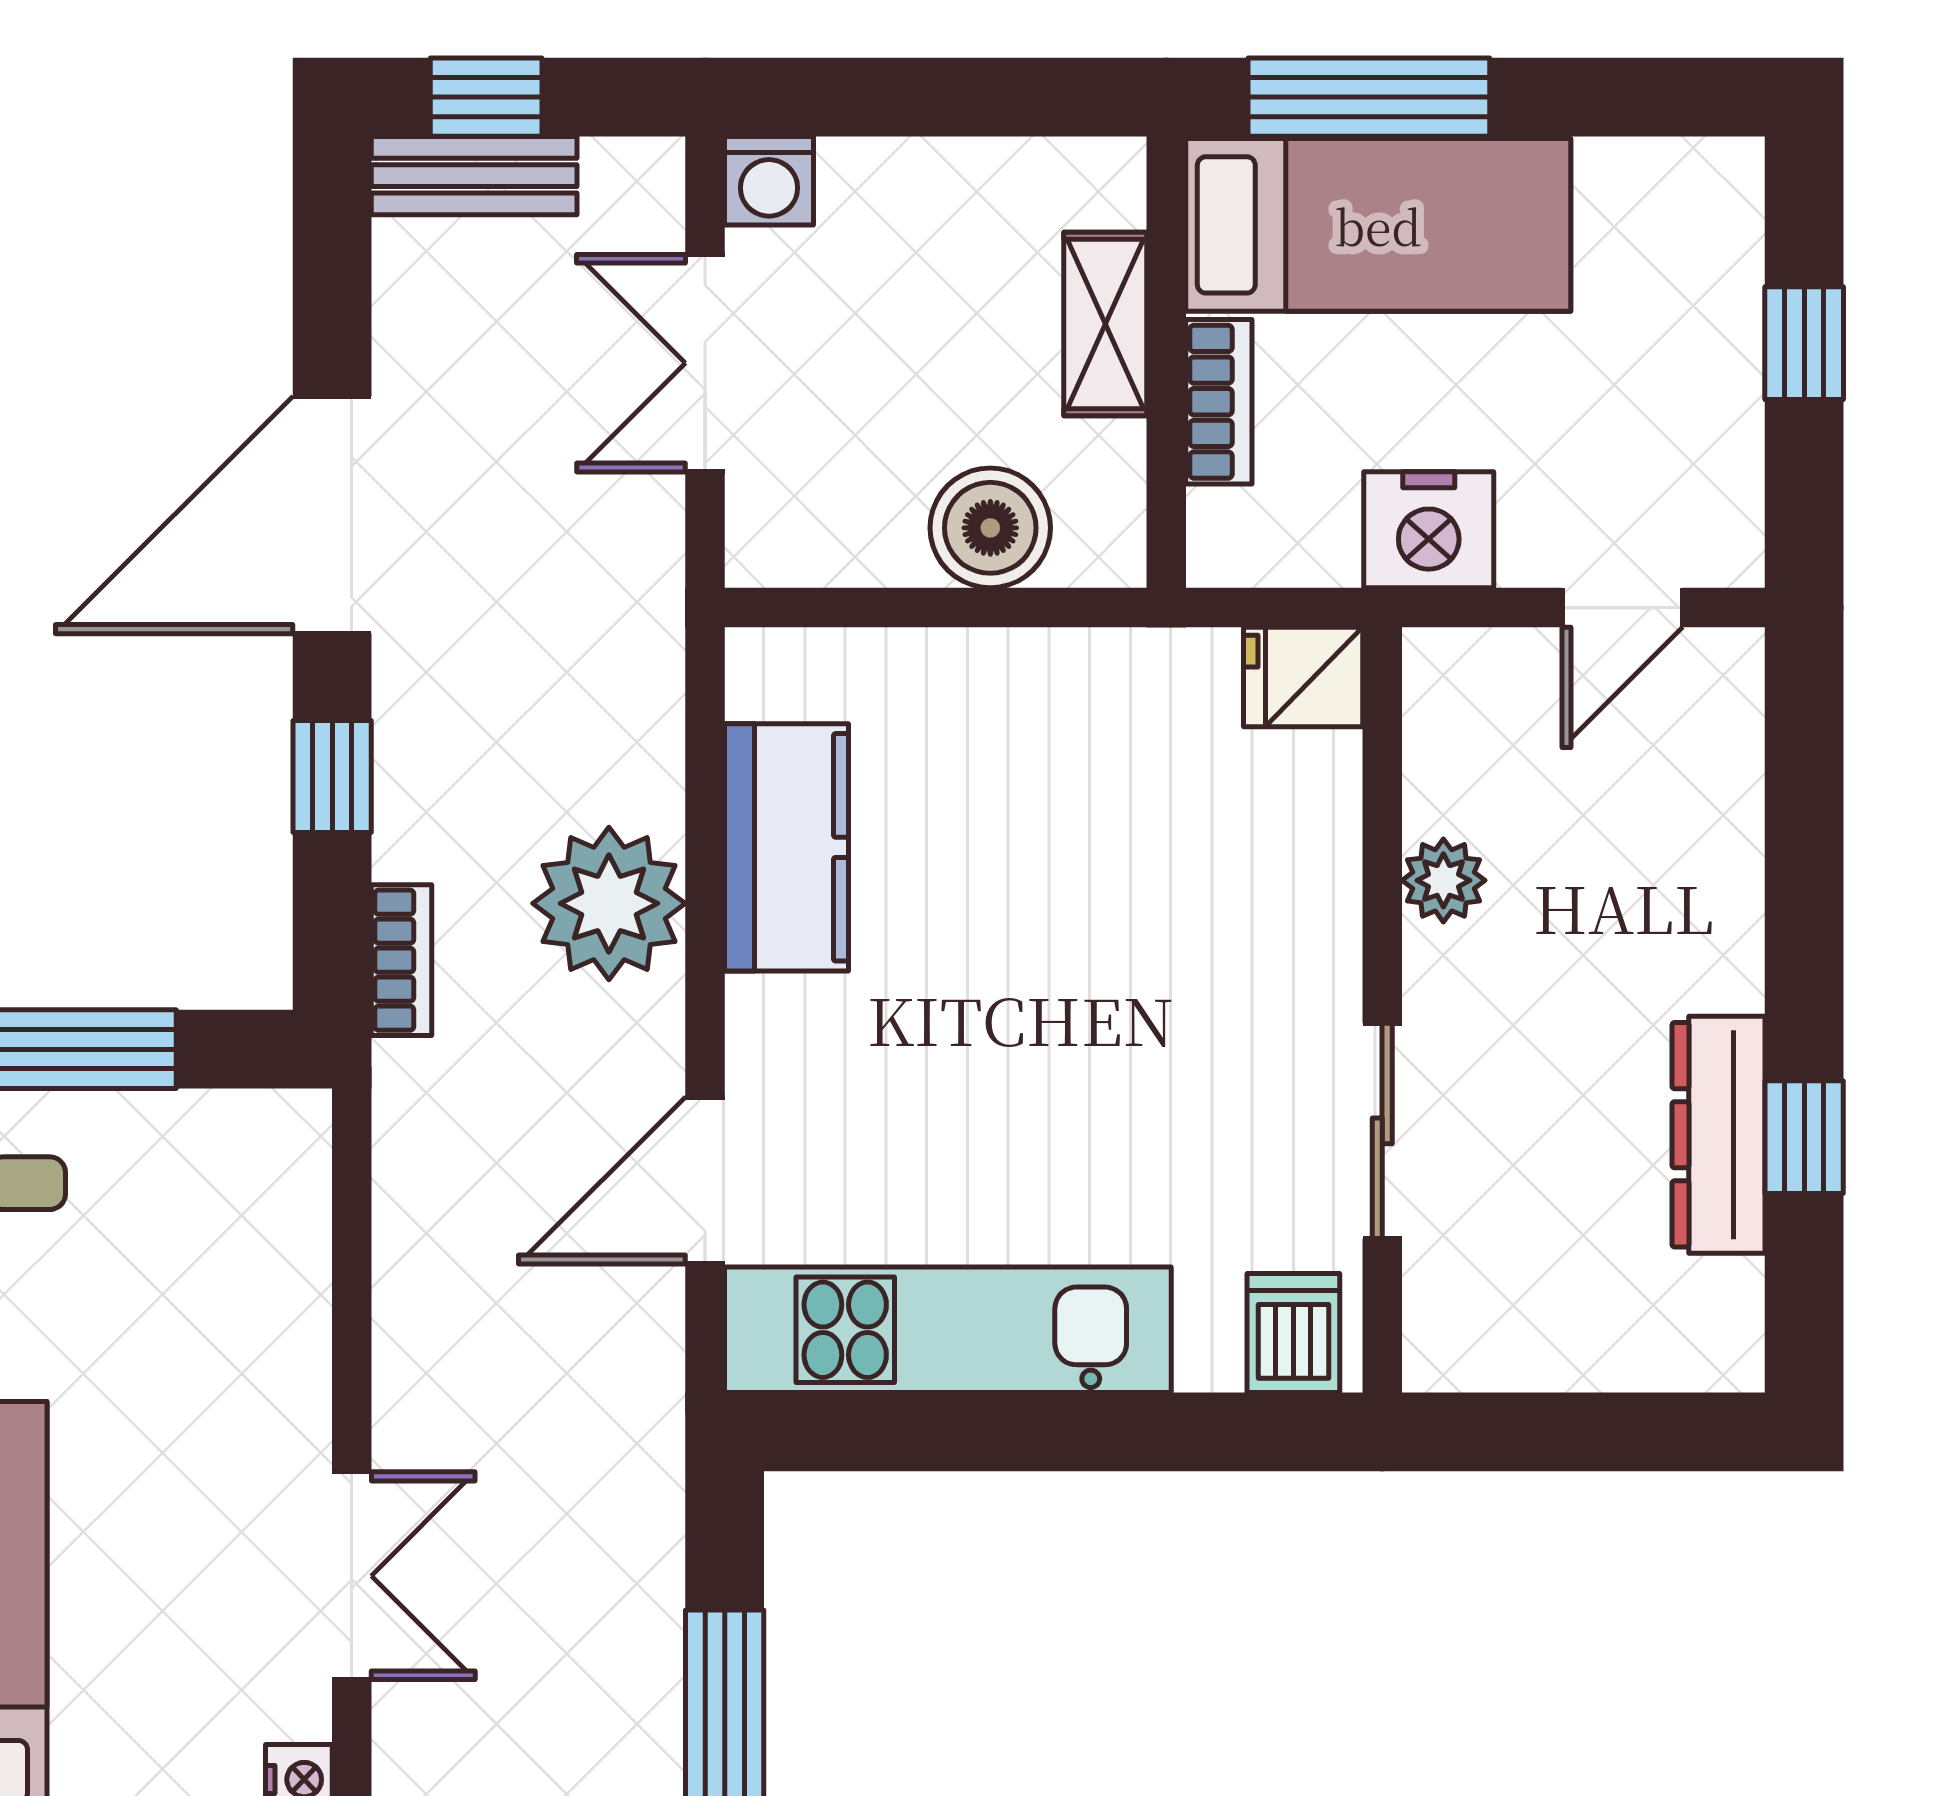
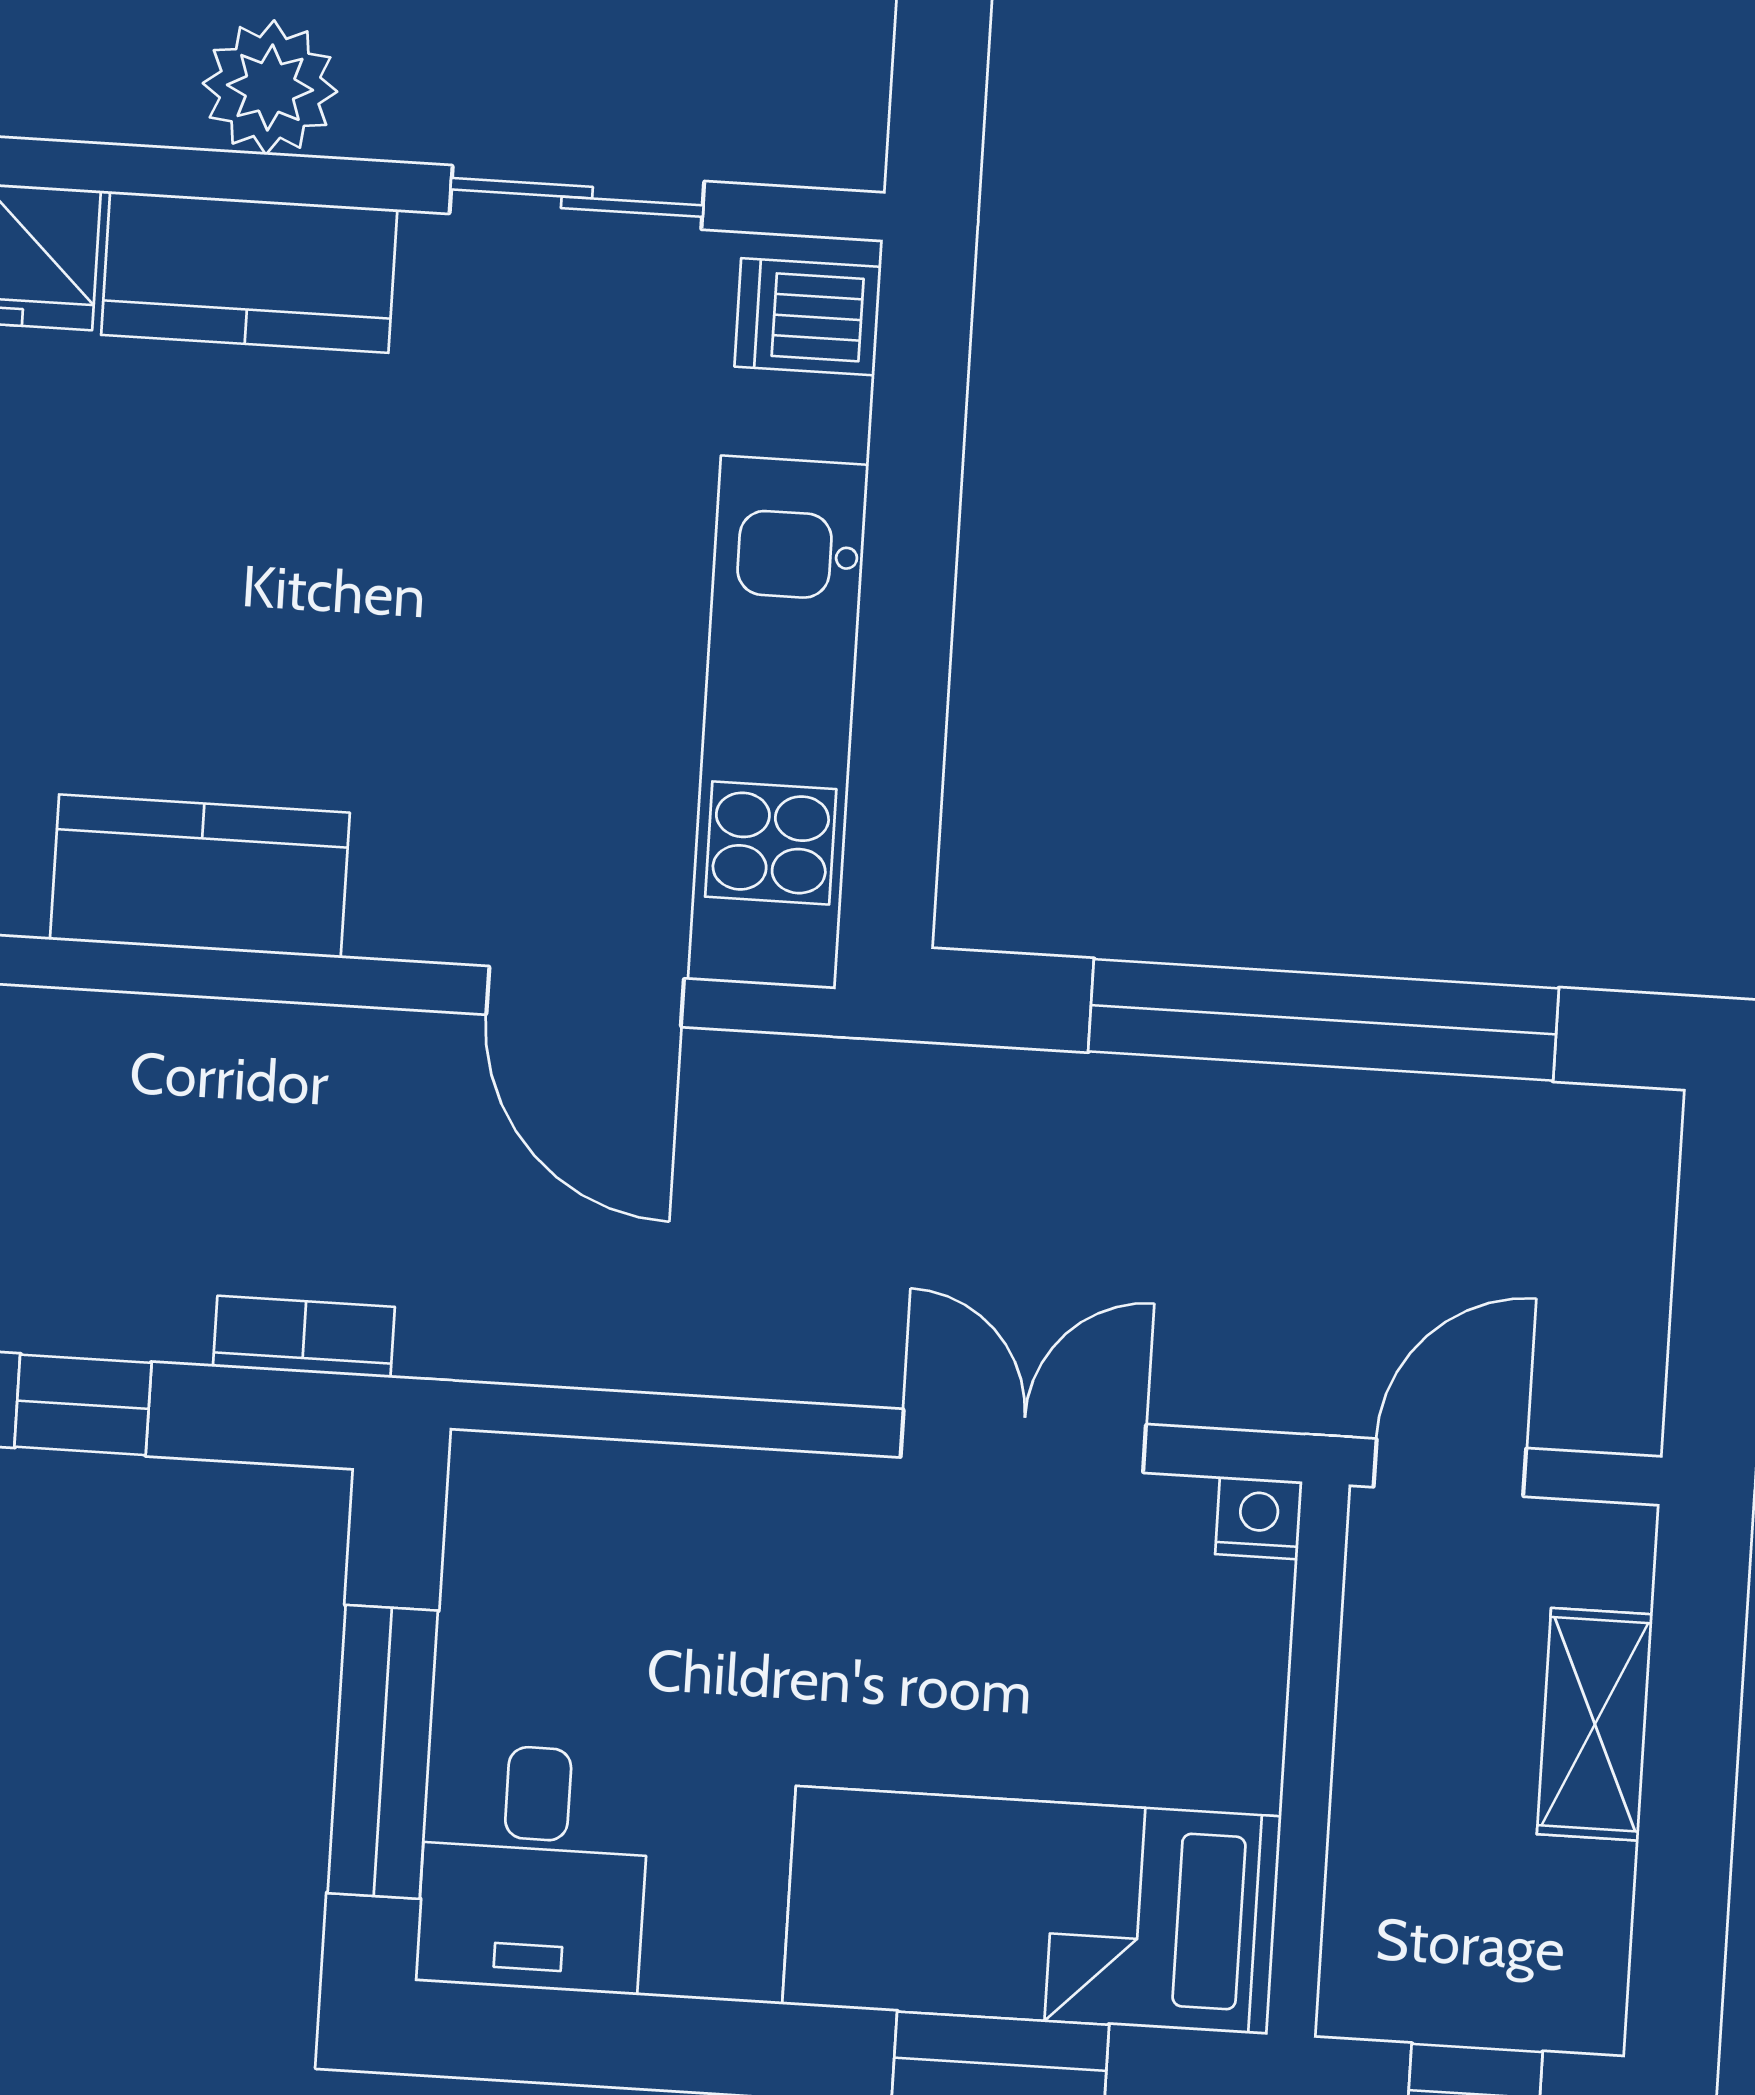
kitchen counter: (1301, 857) -> (249, 272), added
plant: (1443, 880) -> (270, 87), width x1.38, depth x1.38
plant: (609, 903) -> (253, 1089), removed

